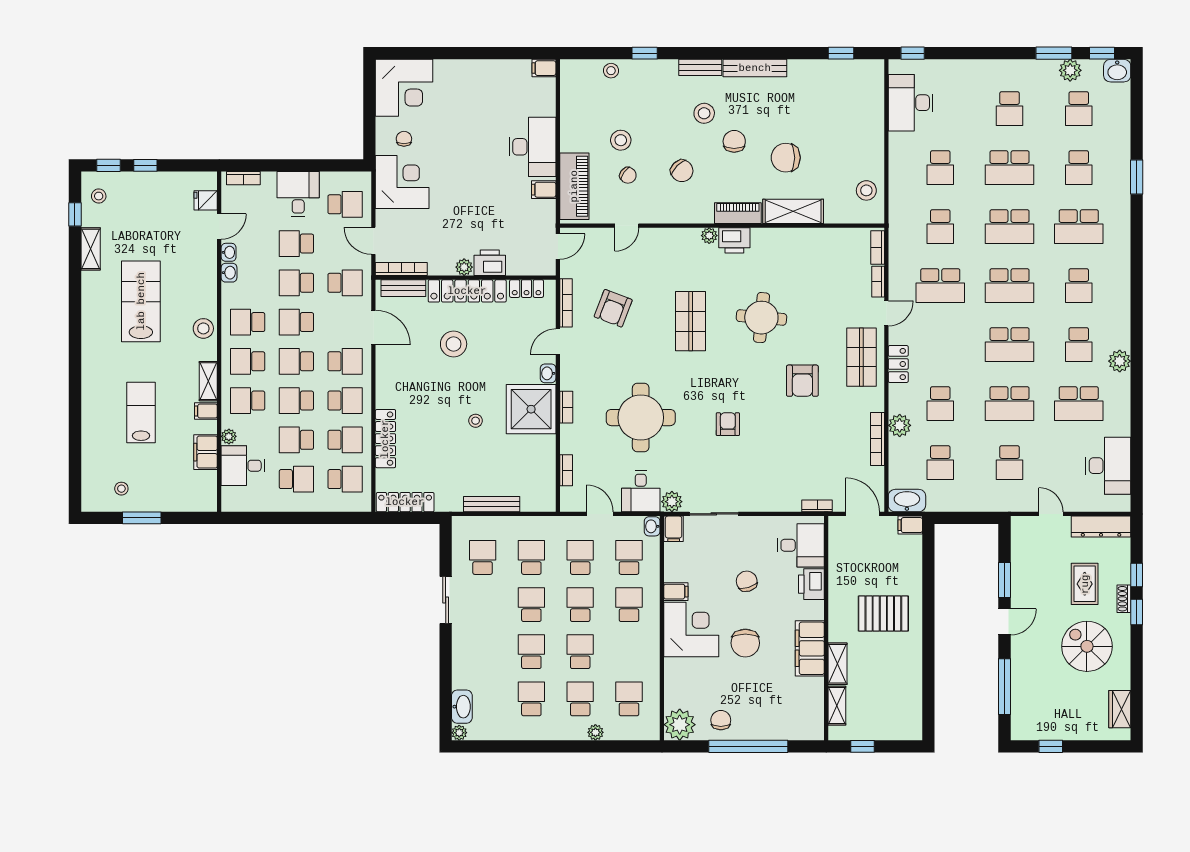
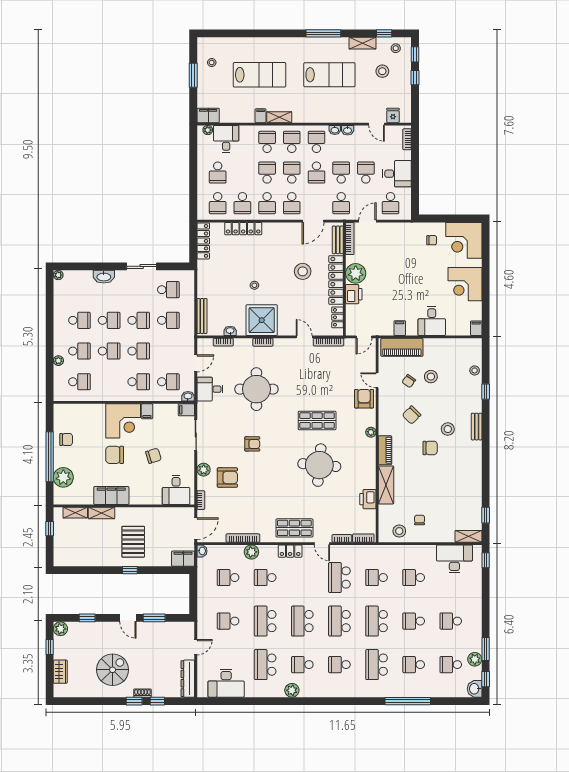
bench: (755, 68) -> (476, 461), removed
shelving: (875, 80) -> (468, 536), added
desk: (532, 147) -> (432, 321), width x0.73
chair: (786, 158) -> (420, 520), moved, width x0.54, depth x0.54
school desk: (1010, 168) -> (414, 621), width x0.54
window: (1137, 177) -> (408, 701), width x2.11
corner desk: (402, 182) -> (465, 284), moved, turned 90
printer: (734, 240) -> (368, 499), moved
door: (558, 247) -> (364, 337), hinge flipped
washbasin: (229, 252) -> (335, 130), moved
plant: (464, 267) -> (356, 273), width x1.87, depth x1.87
armchair: (613, 308) -> (364, 399), moved, turned 69
window: (75, 311) -> (323, 33), added
round table: (761, 318) -> (319, 465), width x1.36, depth x1.36
school desk: (296, 322) -> (316, 173), turned 180
stool: (203, 328) -> (382, 71), moved
washbasin: (548, 373) -> (230, 331), moved
armchair: (802, 381) -> (227, 478), moved, turned 180
lab bench: (141, 413) -> (260, 75), width x1.36, depth x1.39
plant: (229, 436) -> (208, 130), moved
school desk: (296, 440) -> (242, 173), removed
filing cabinet: (206, 452) -> (208, 115), moved
washbasin: (907, 501) -> (202, 551), width x0.52, depth x0.69
plant: (672, 502) -> (204, 470), moved
bench: (492, 504) -> (202, 316), moved
filing cabinet: (910, 525) -> (183, 559), width x2.00
school desk: (580, 557) -> (168, 351), removed
printer: (811, 584) -> (152, 496), removed
rug: (1085, 584) -> (152, 668), removed
window: (928, 619) -> (130, 570), added
window: (1004, 687) -> (87, 618), width x0.46
washbasin: (462, 707) -> (104, 277), moved
wardrobe: (1120, 709) -> (60, 672), moved, turned 90
plant: (680, 725) -> (63, 477), moved
plant: (1022, 729) -> (60, 629), added

